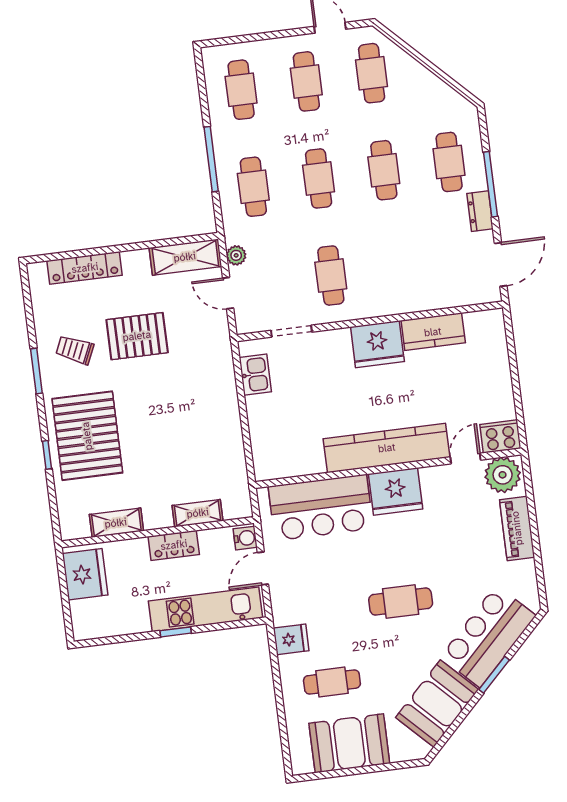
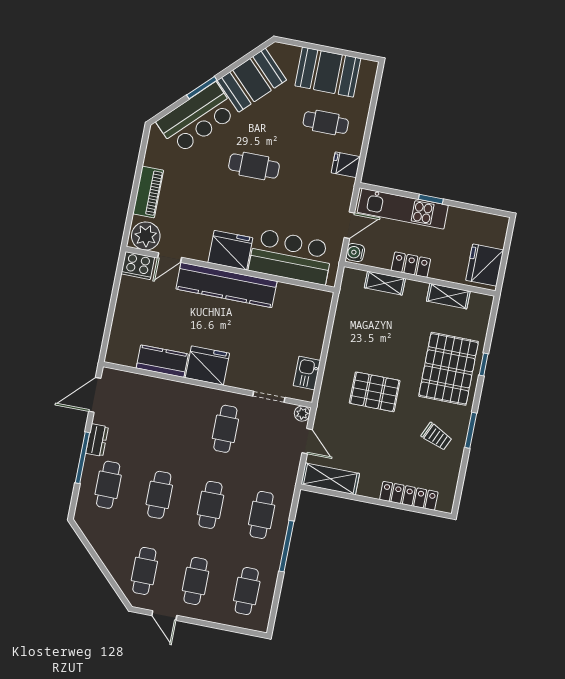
plant: (236, 255) -> (302, 414), moved
pallet: (137, 336) -> (375, 392), moved

